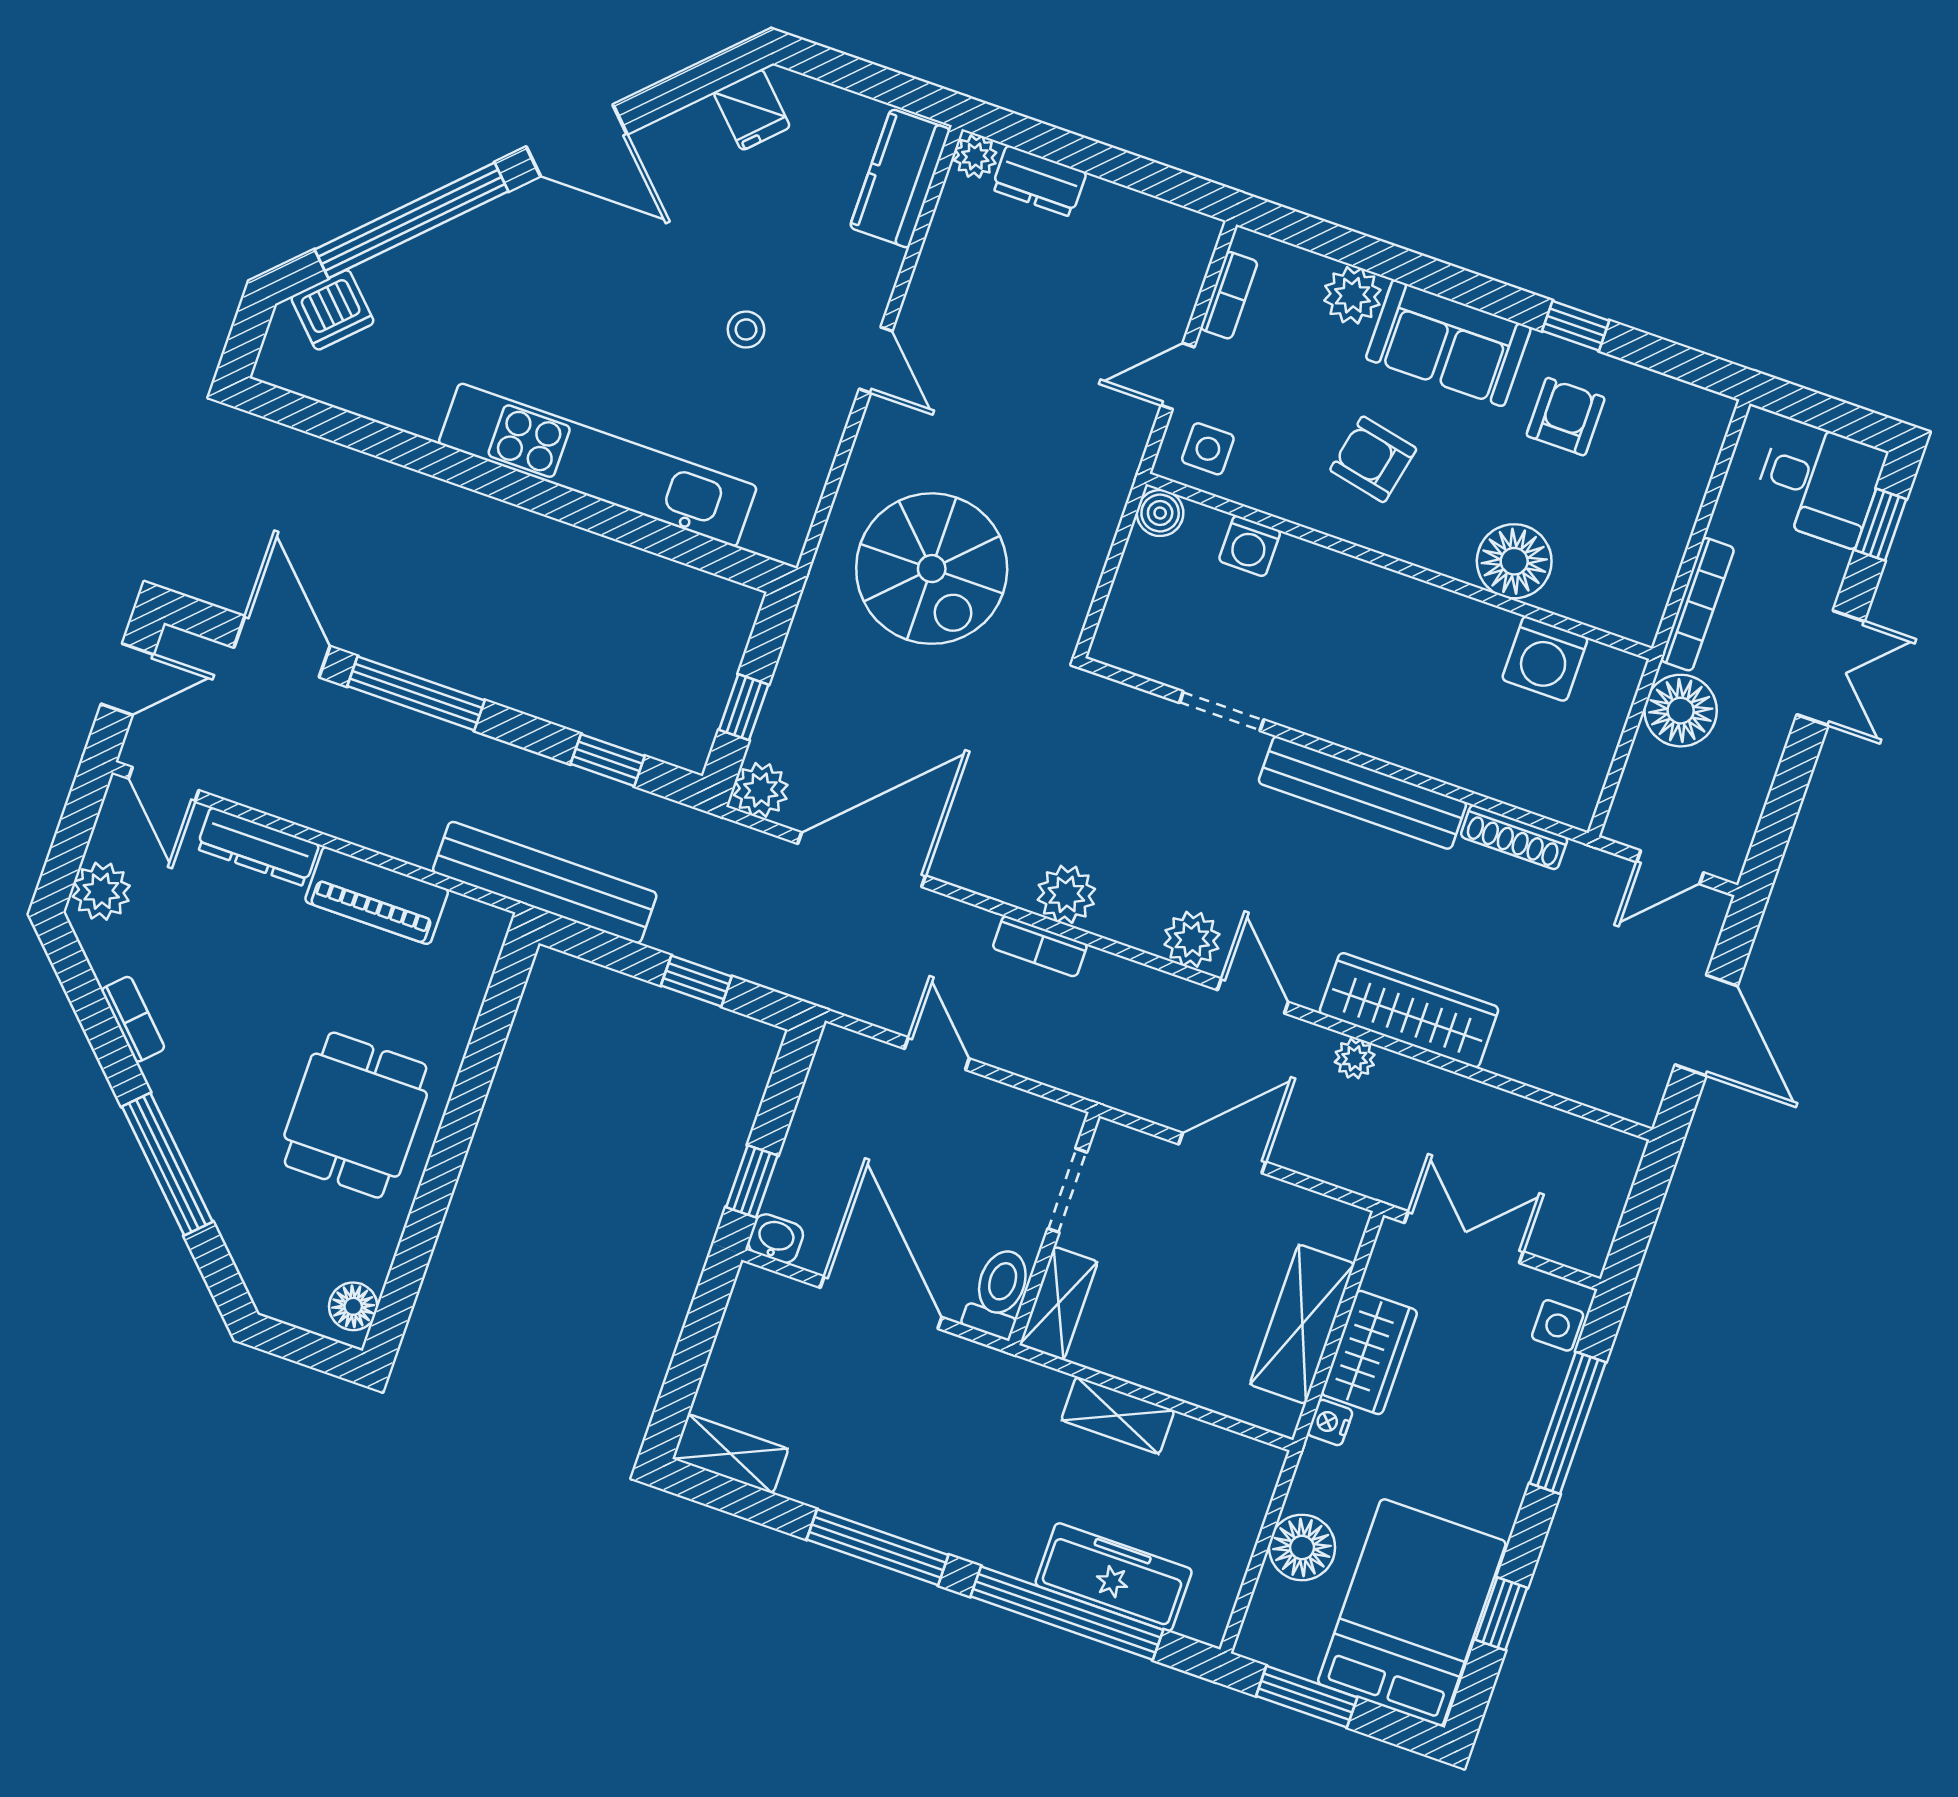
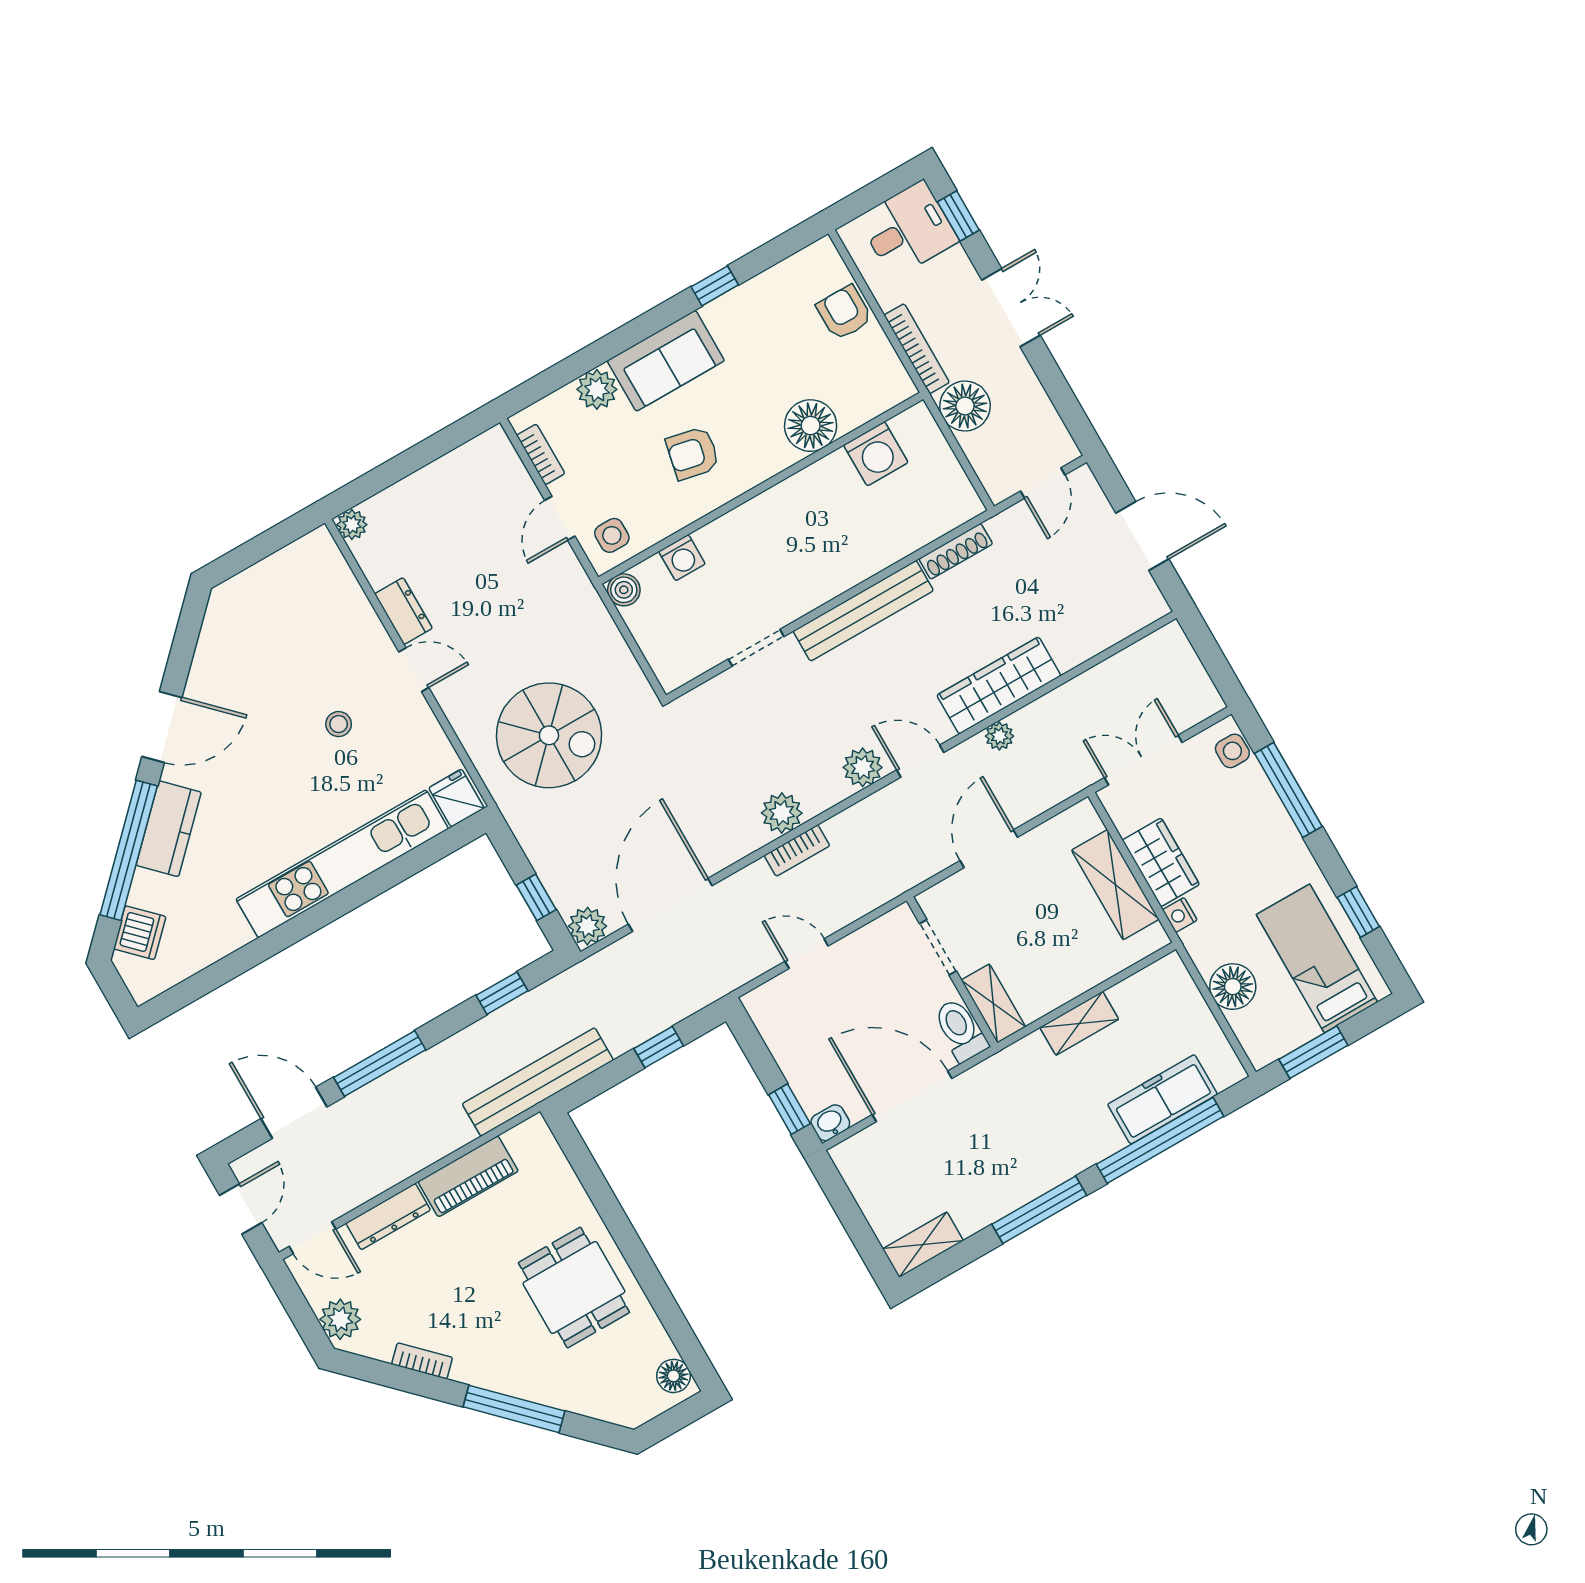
fridge: (752, 110) -> (456, 798), moved, turned -135
kitchen counter: (900, 178) -> (169, 829), moved, turned -135
dresser: (1039, 181) -> (404, 611), moved, turned -90
armchair: (1566, 417) -> (844, 313), moved
bed: (1412, 1612) -> (1317, 958), width x0.67

